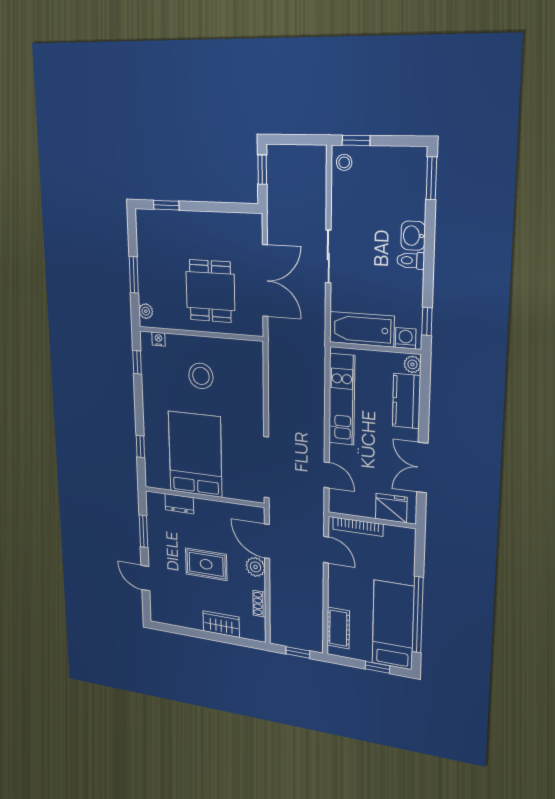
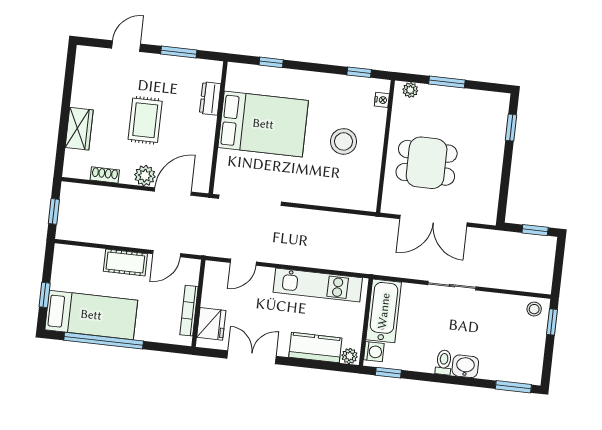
bookcase: (358, 527) -> (189, 311), moved
cot: (338, 628) -> (125, 263), moved

